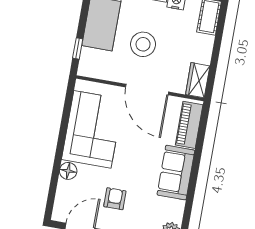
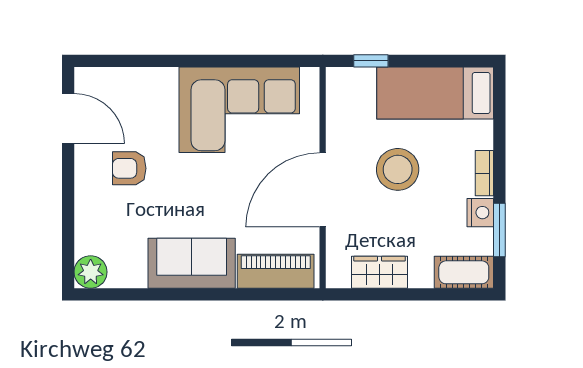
wardrobe: (198, 80) -> (380, 272), moved
floor lamp: (68, 171) -> (162, 81), removed
armchair: (115, 199) -> (129, 168), turned 180

